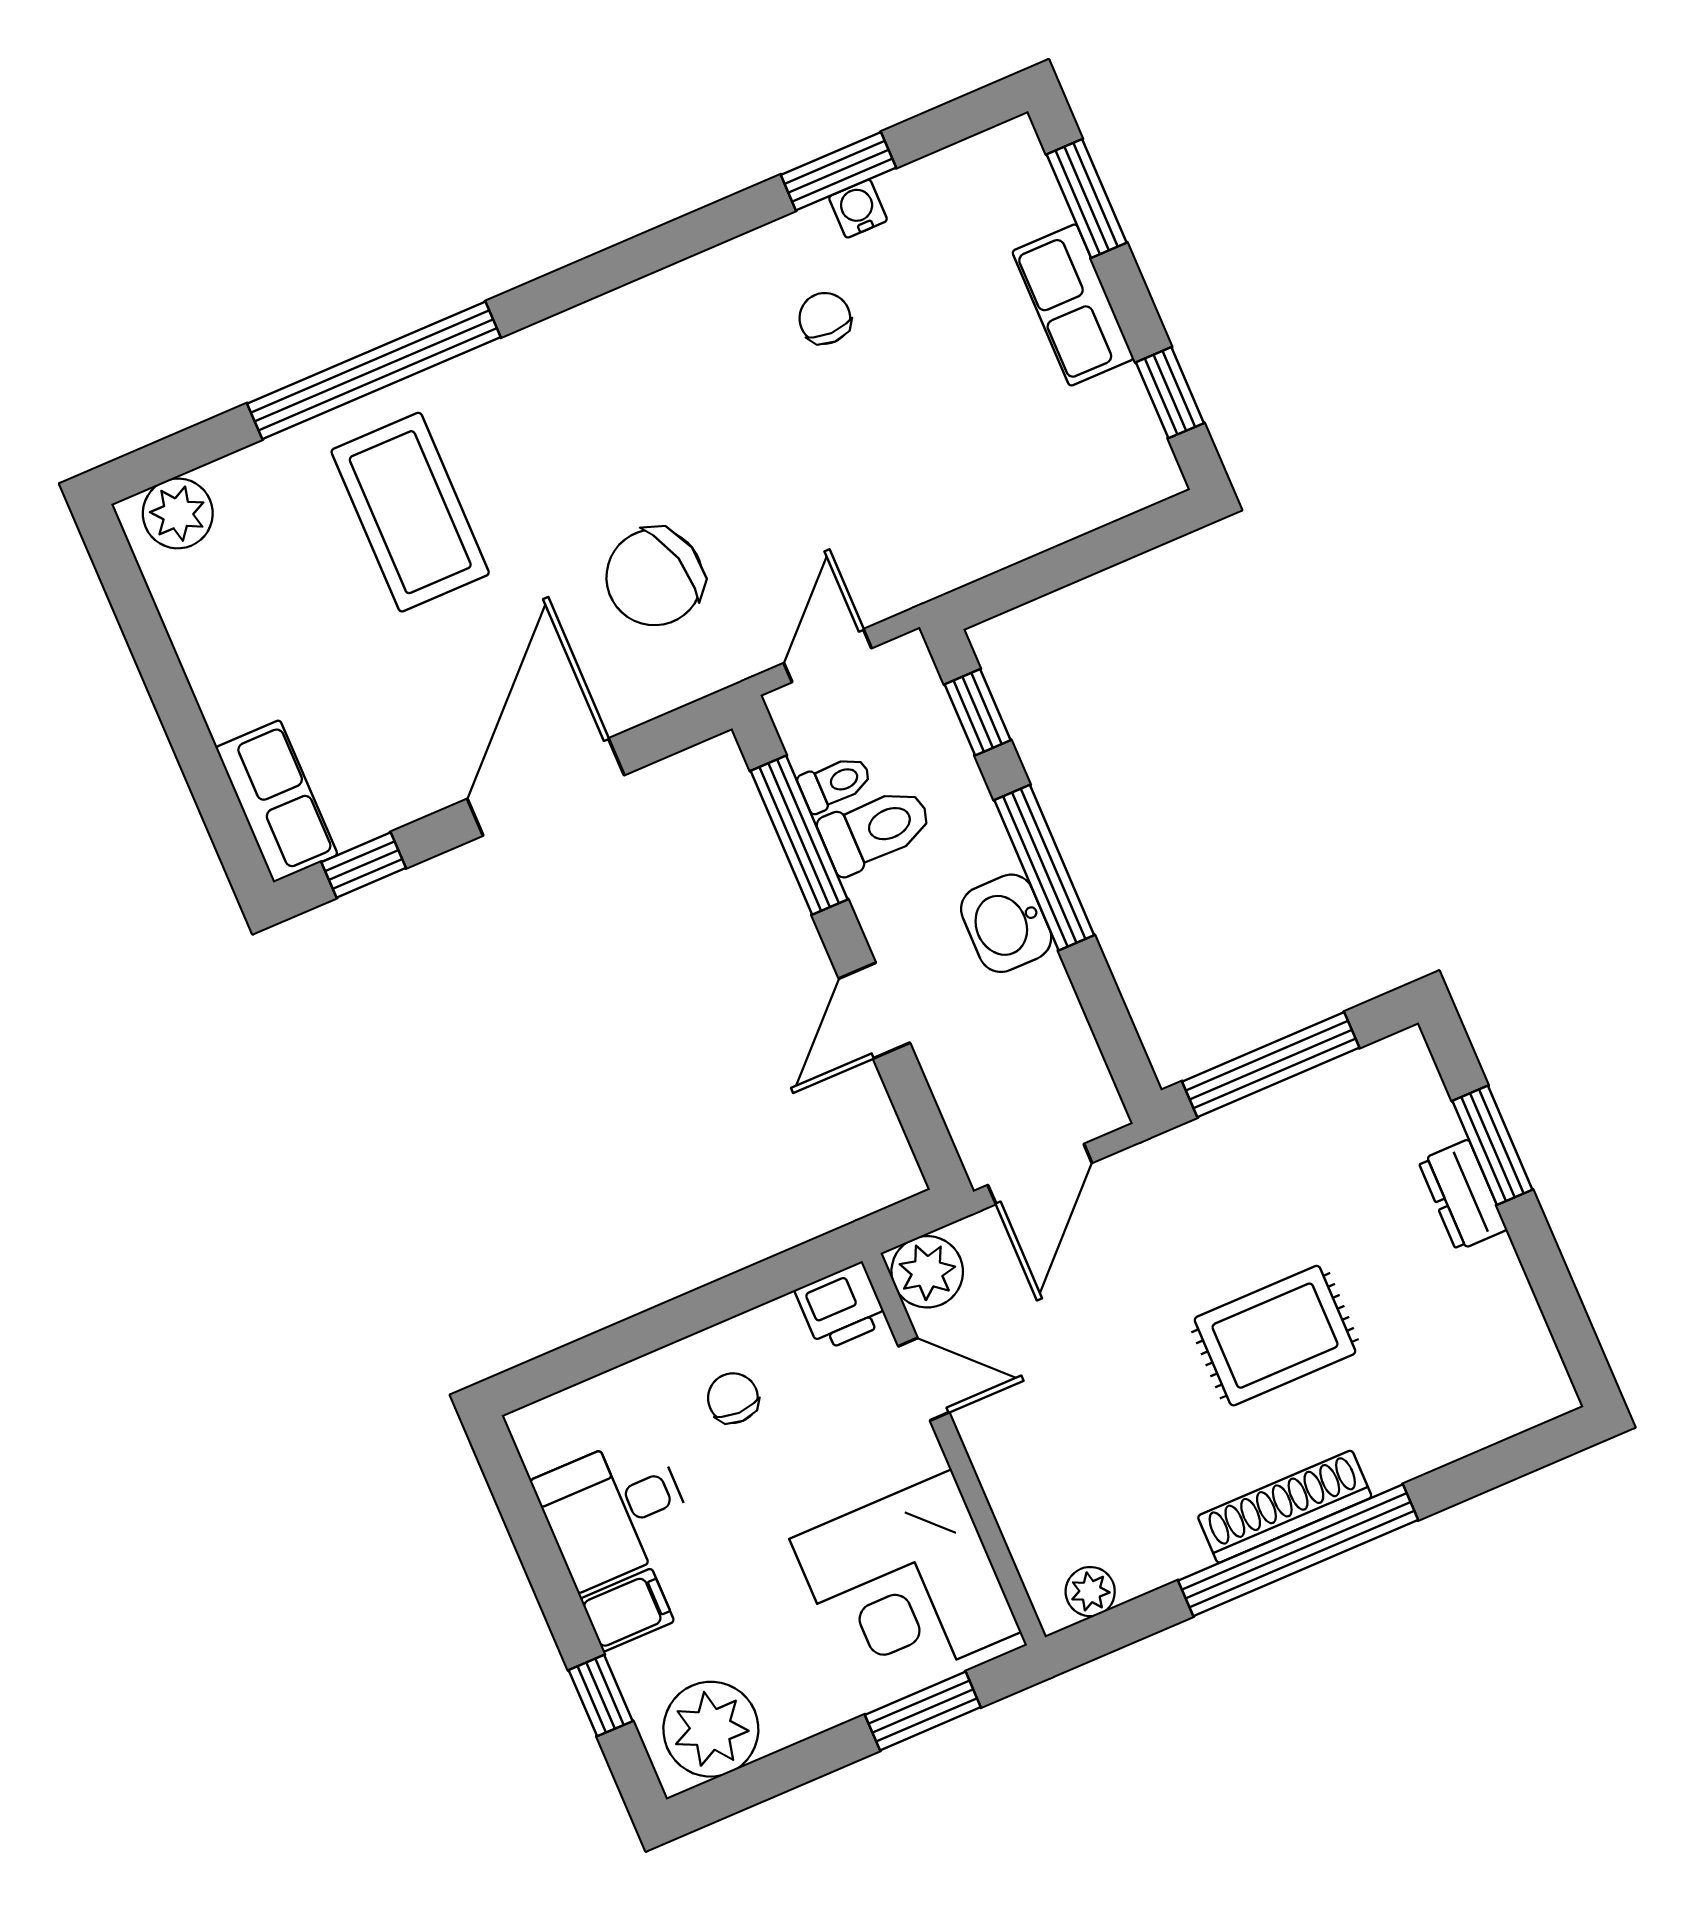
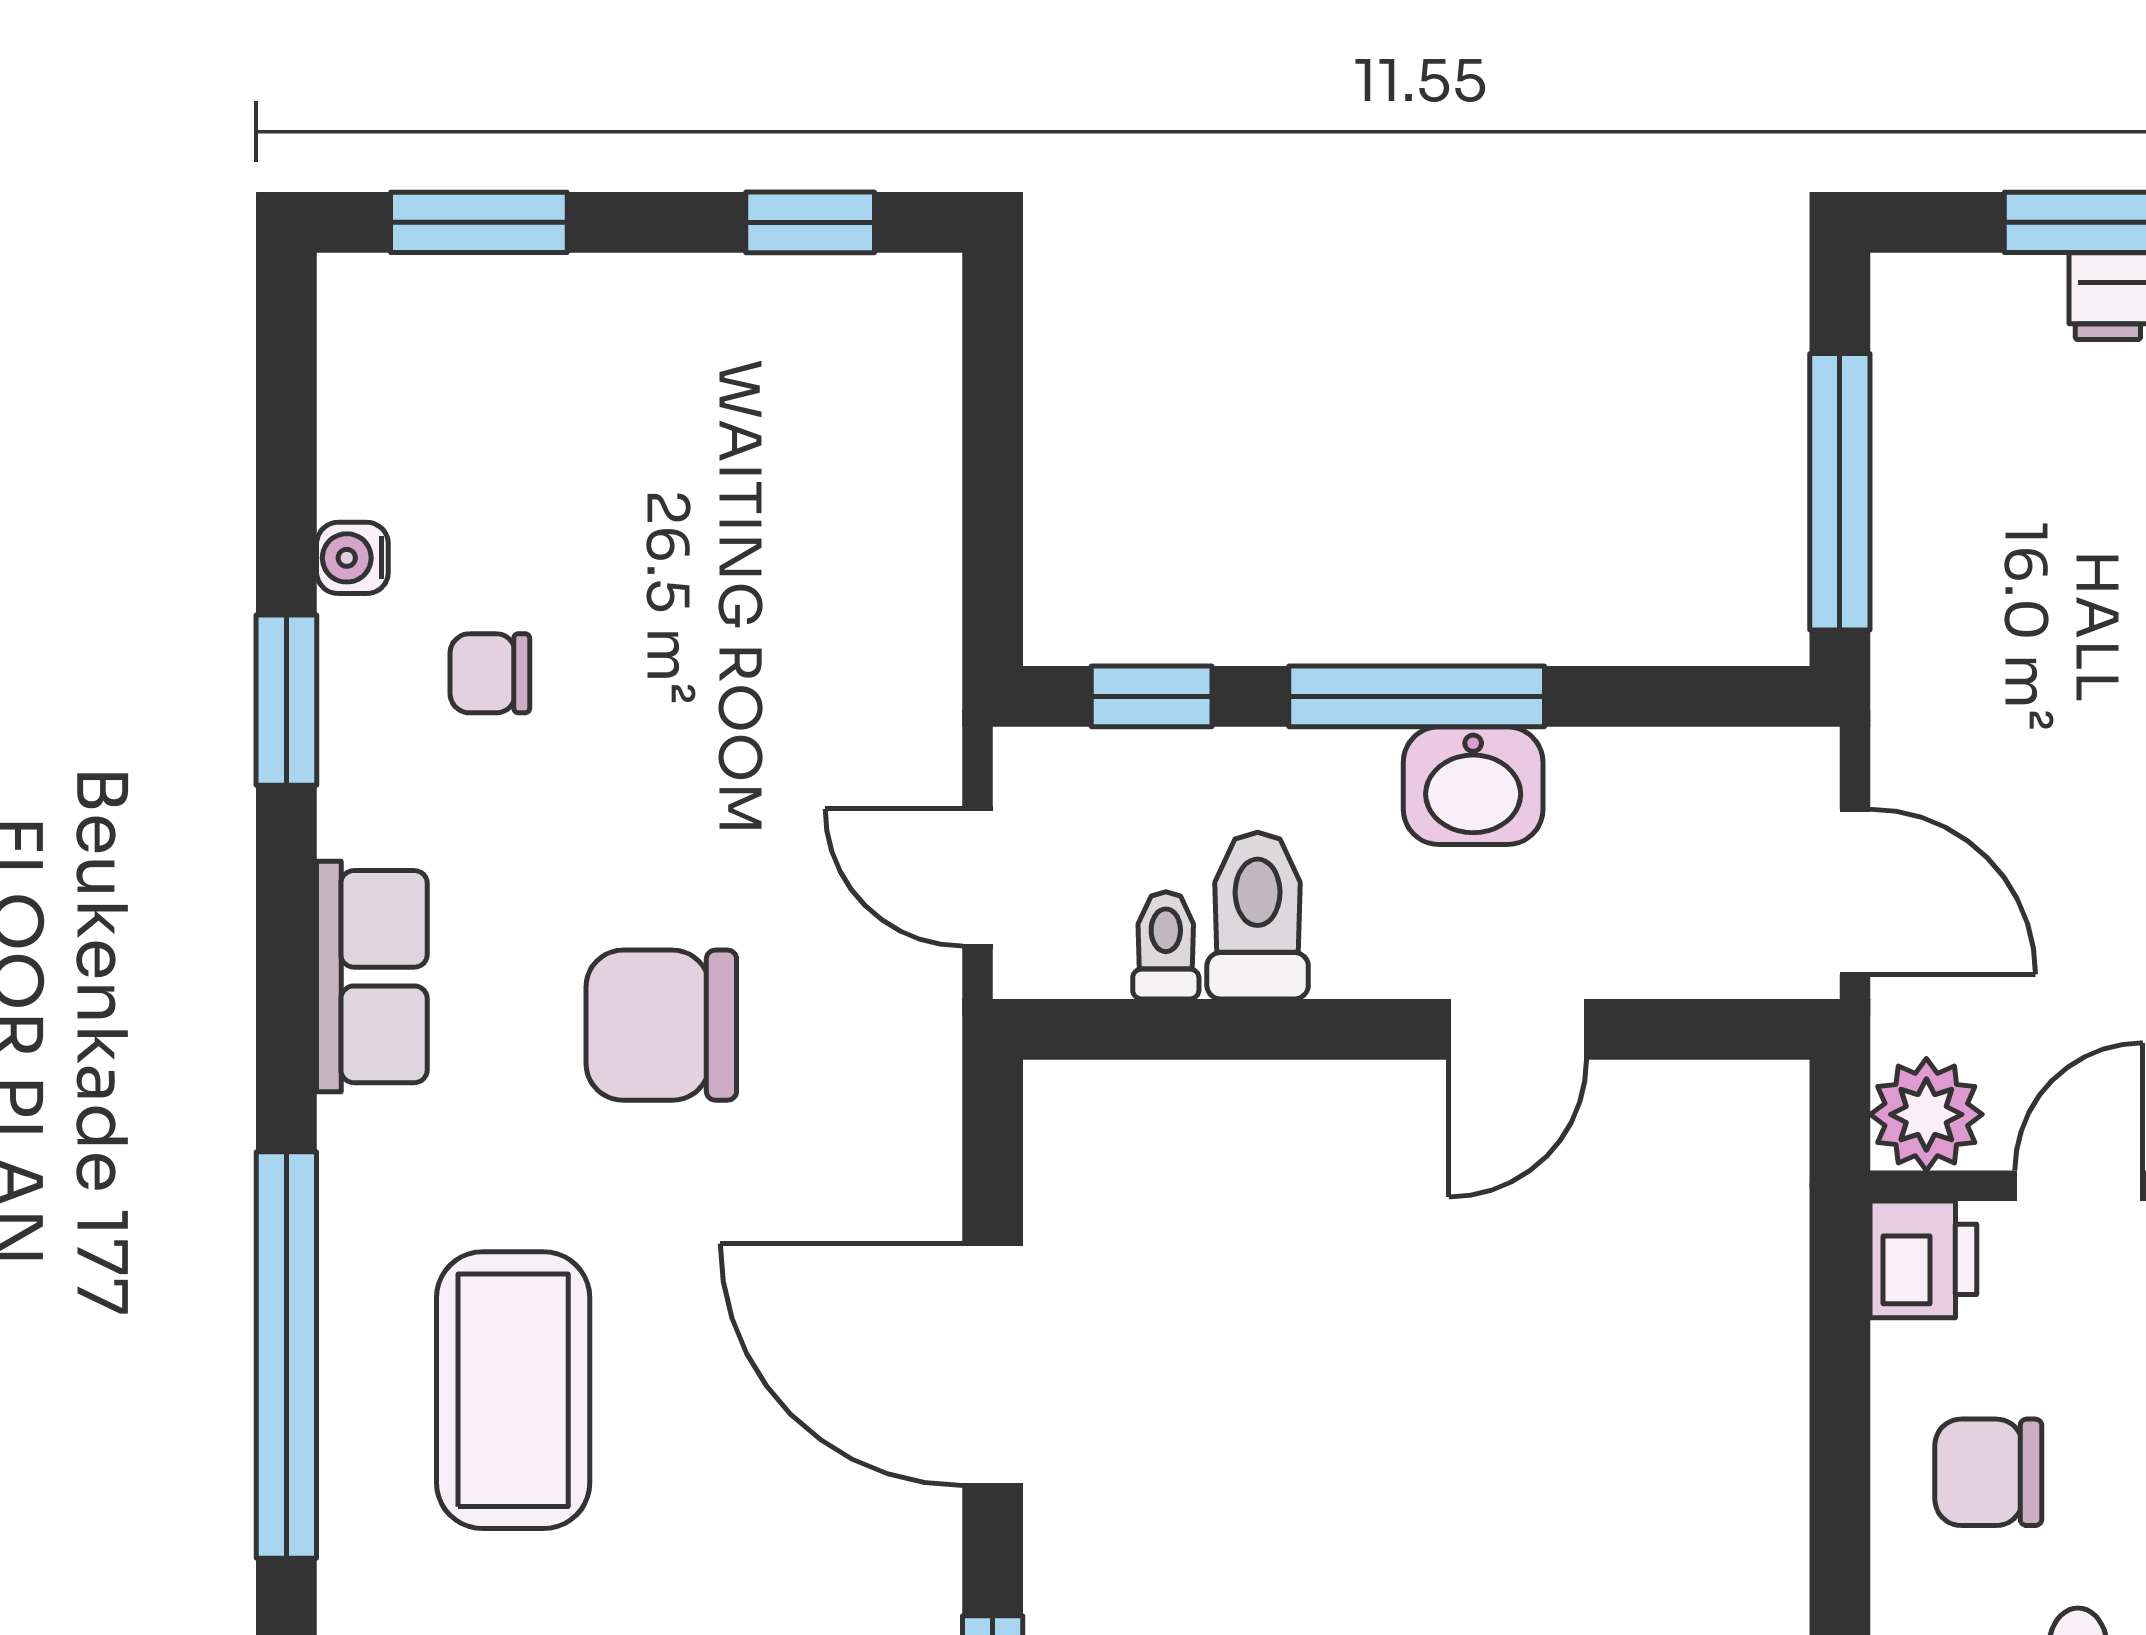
window: (838, 171) -> (286, 700), moved
row of seats: (1073, 305) -> (372, 977), moved, turned -90
coffee table: (410, 512) -> (513, 1390), turned 90
chair: (654, 577) -> (661, 1025), moved, turned 105
window: (799, 835) -> (1218, 1029), removed
door: (874, 1011) -> (1518, 1029), hinge flipped
chair: (733, 1398) -> (1988, 1472), width x1.37, depth x1.37

